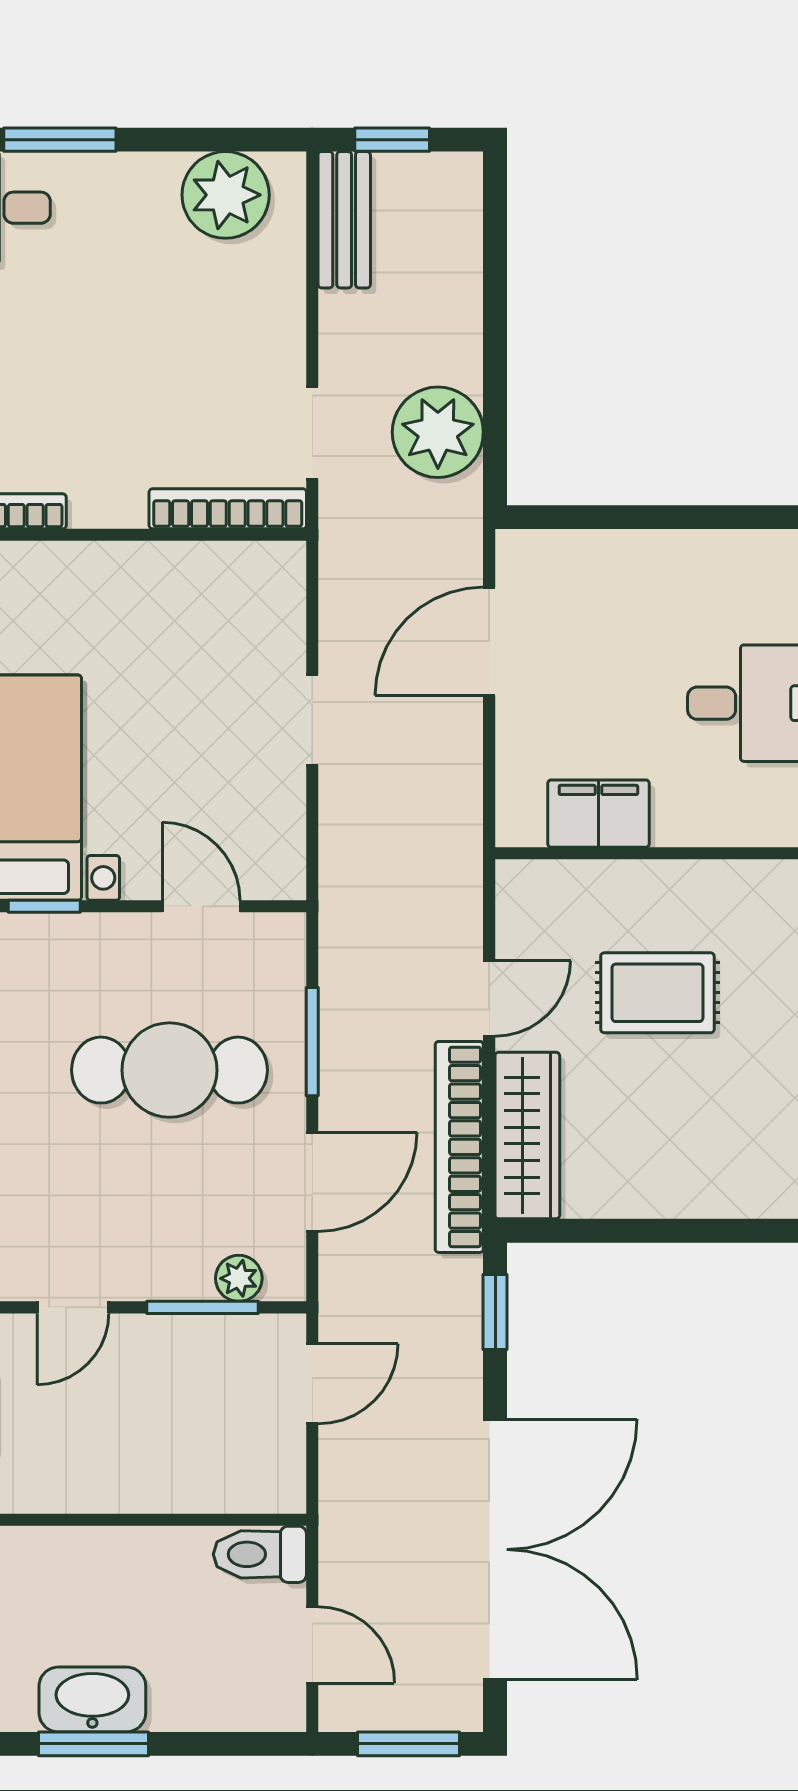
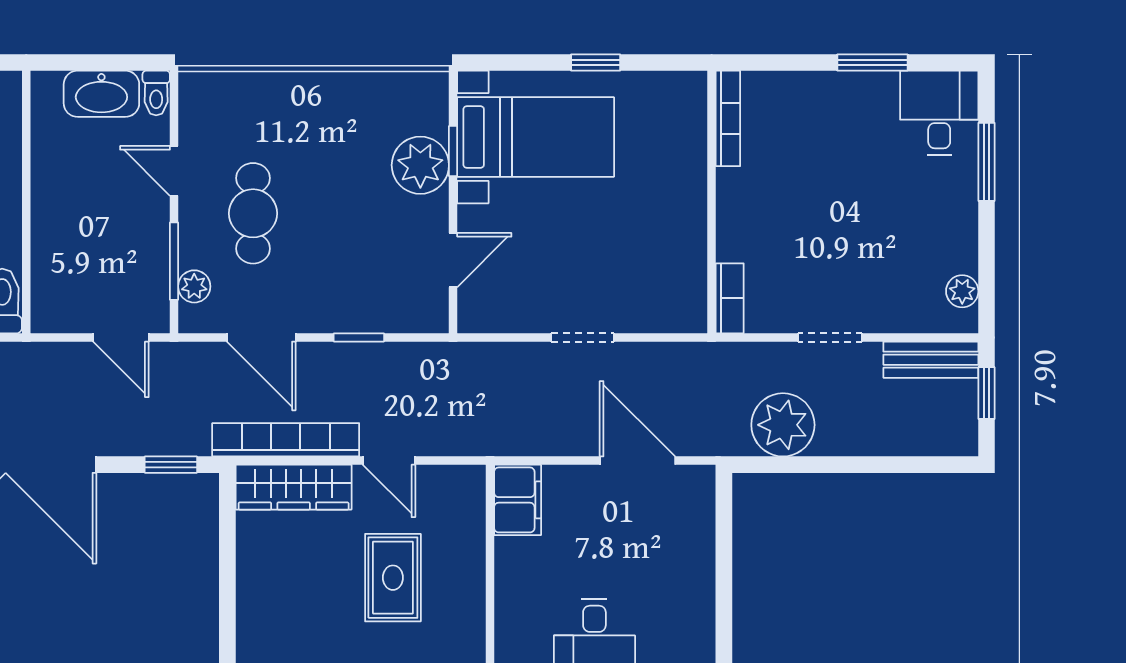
plant: (226, 195) -> (962, 291), width x0.53, depth x0.53
doorway: (312, 433) -> (830, 337), moved
bookcase: (228, 509) -> (730, 298), width x0.64
filing cabinet: (598, 814) -> (518, 500), moved
plant: (65, 953) -> (420, 165), added
window: (312, 1042) -> (359, 337), width x0.67
cafe table: (170, 1070) -> (253, 213), moved, width x0.73, depth x0.74

